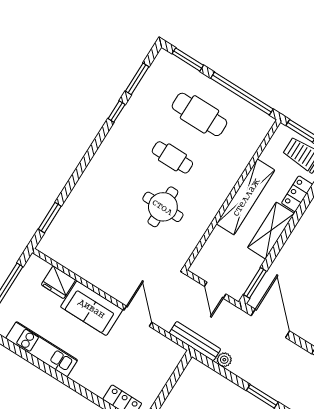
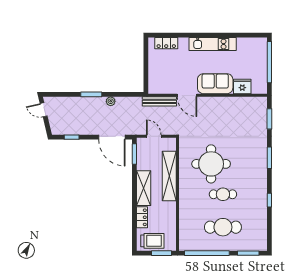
window: (137, 79) -> (269, 158), moved
shelving: (246, 197) -> (169, 176), moved
round table: (163, 207) -> (211, 164), width x1.36, depth x1.36
bench: (195, 341) -> (159, 101), moved
kitchen unit: (42, 349) -> (213, 44), moved
plant: (224, 360) -> (111, 101), moved

